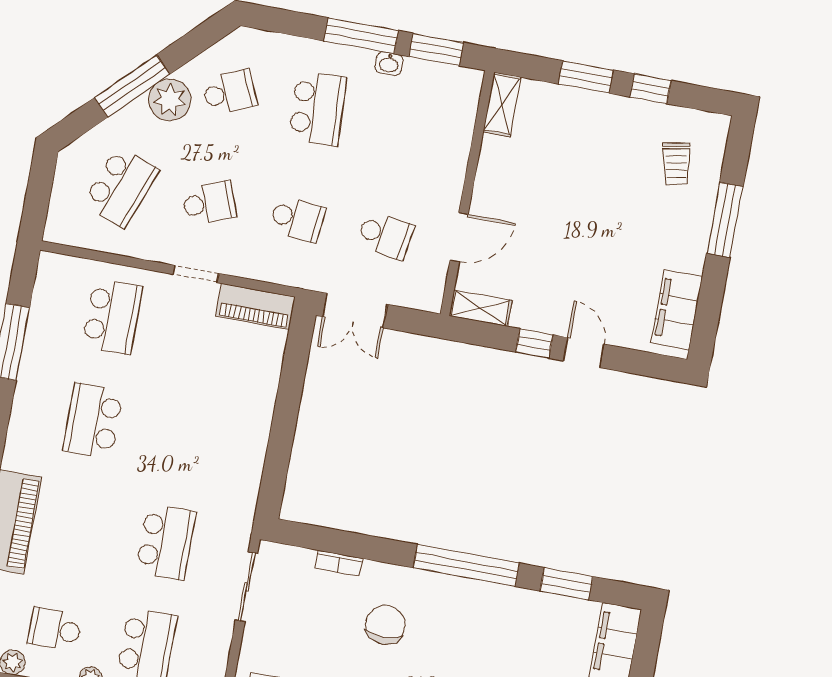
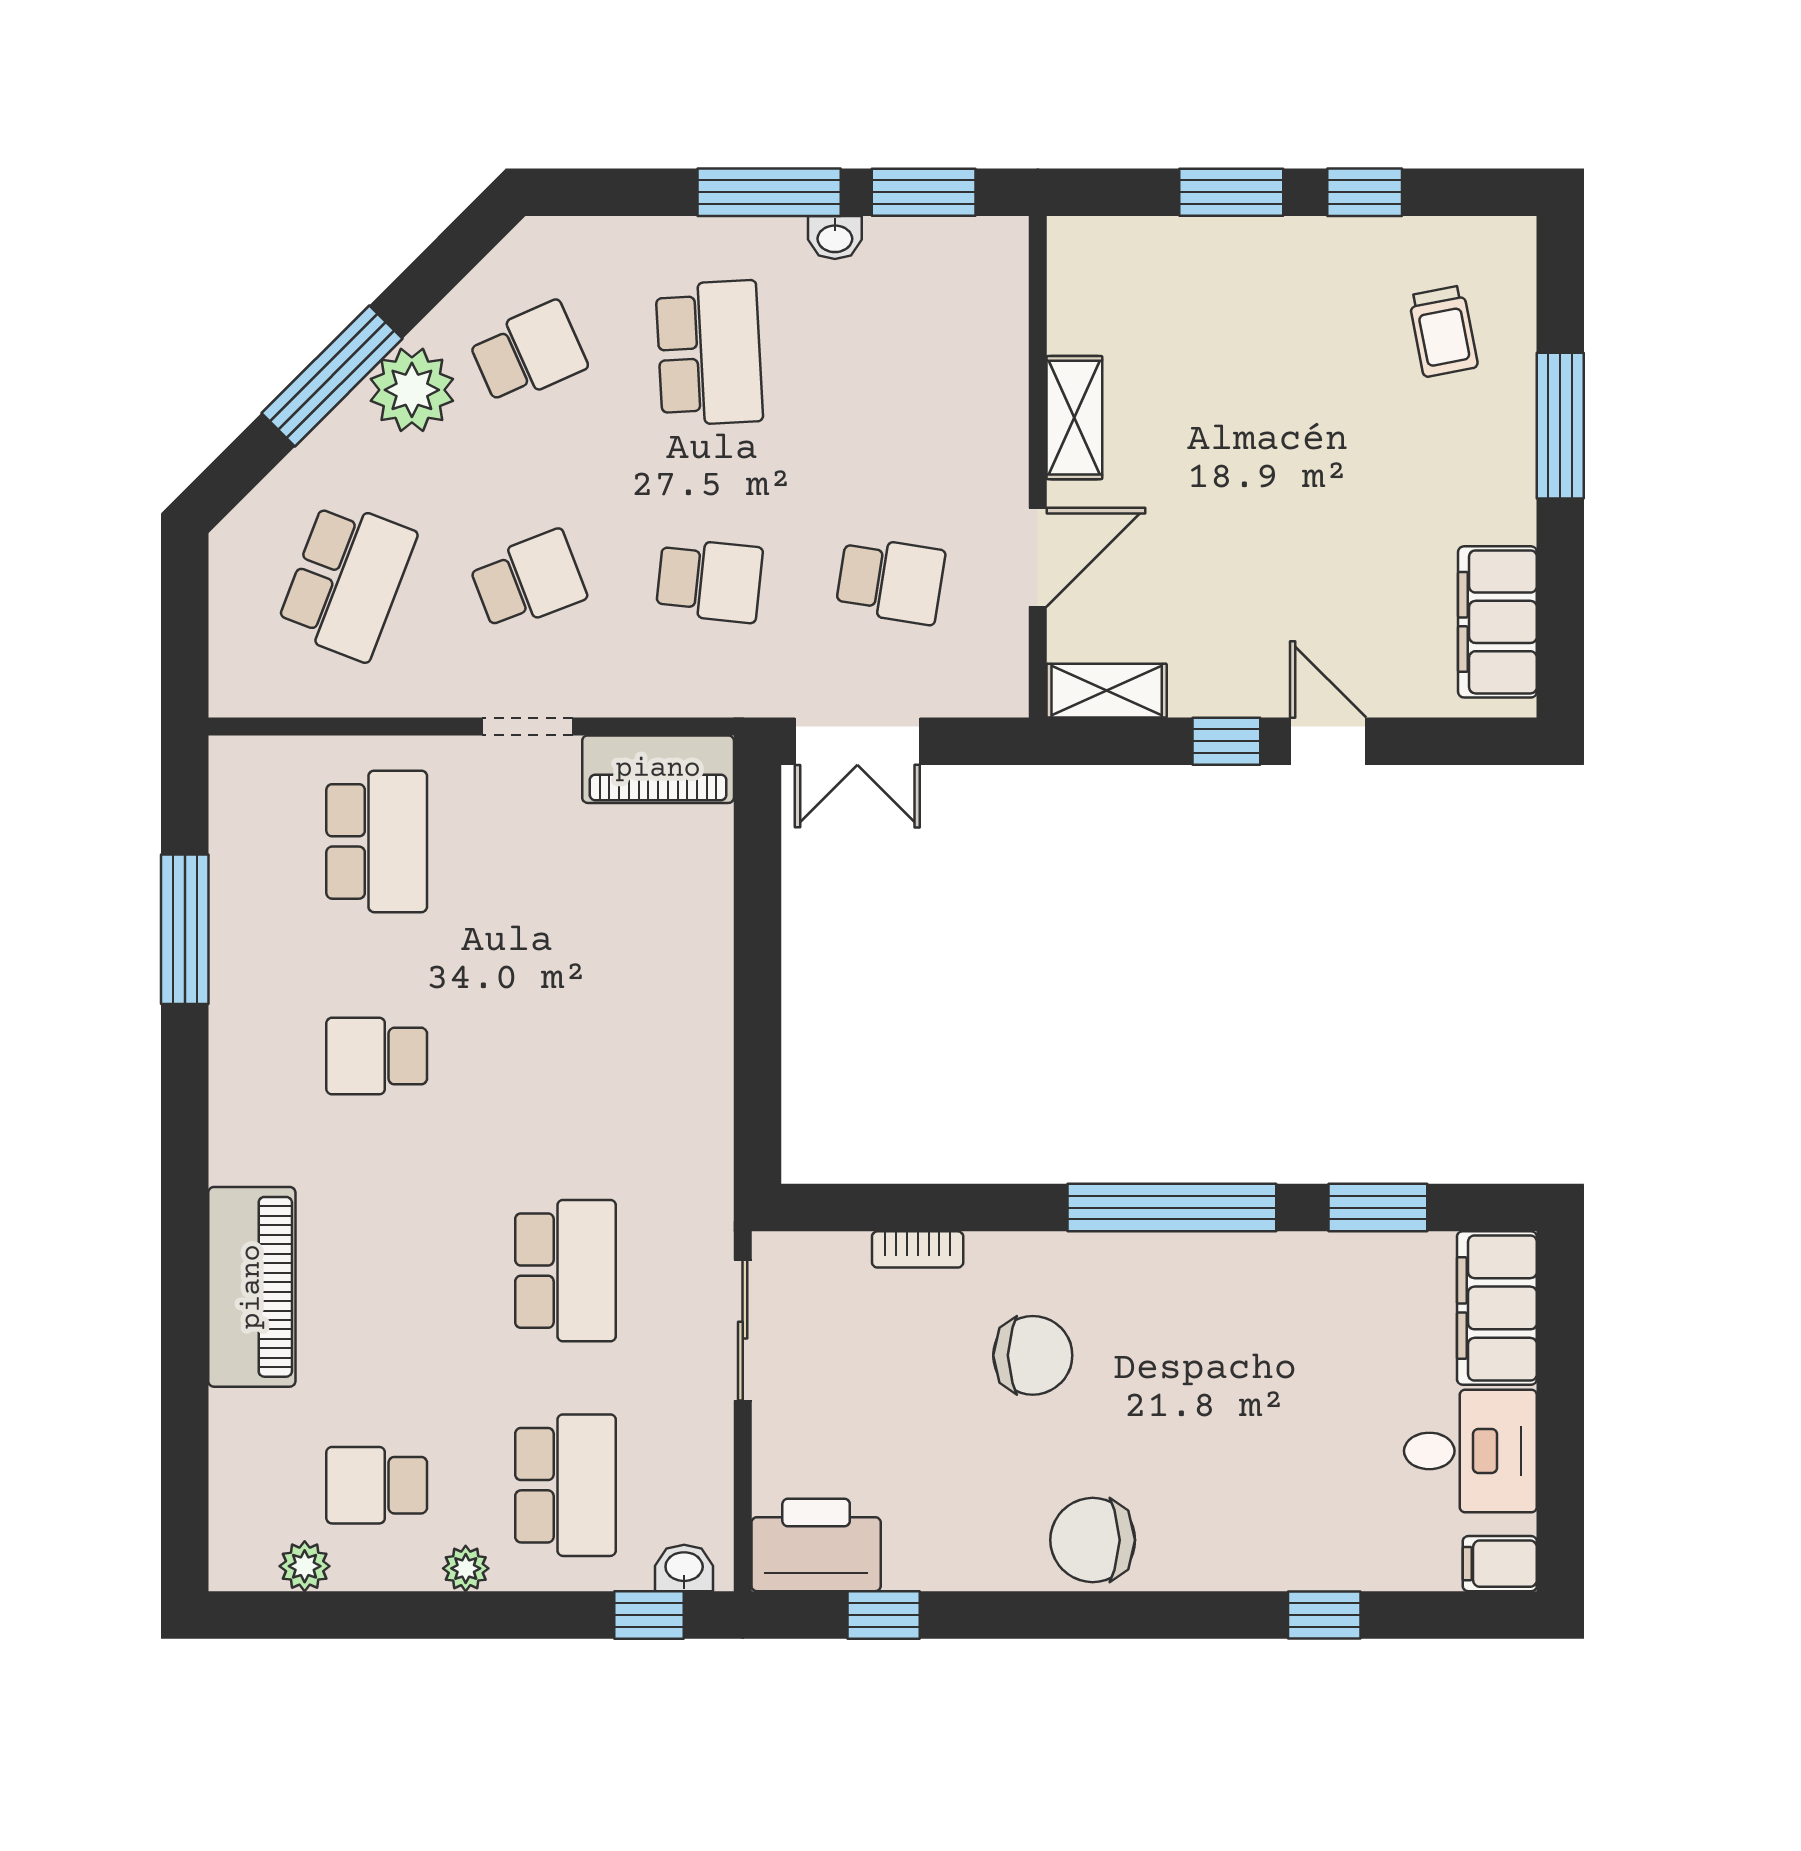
shelving: (502, 104) -> (1074, 418), moved
school desk: (93, 421) -> (377, 1056), width x0.54
chair: (385, 625) -> (1033, 1355), turned 90

